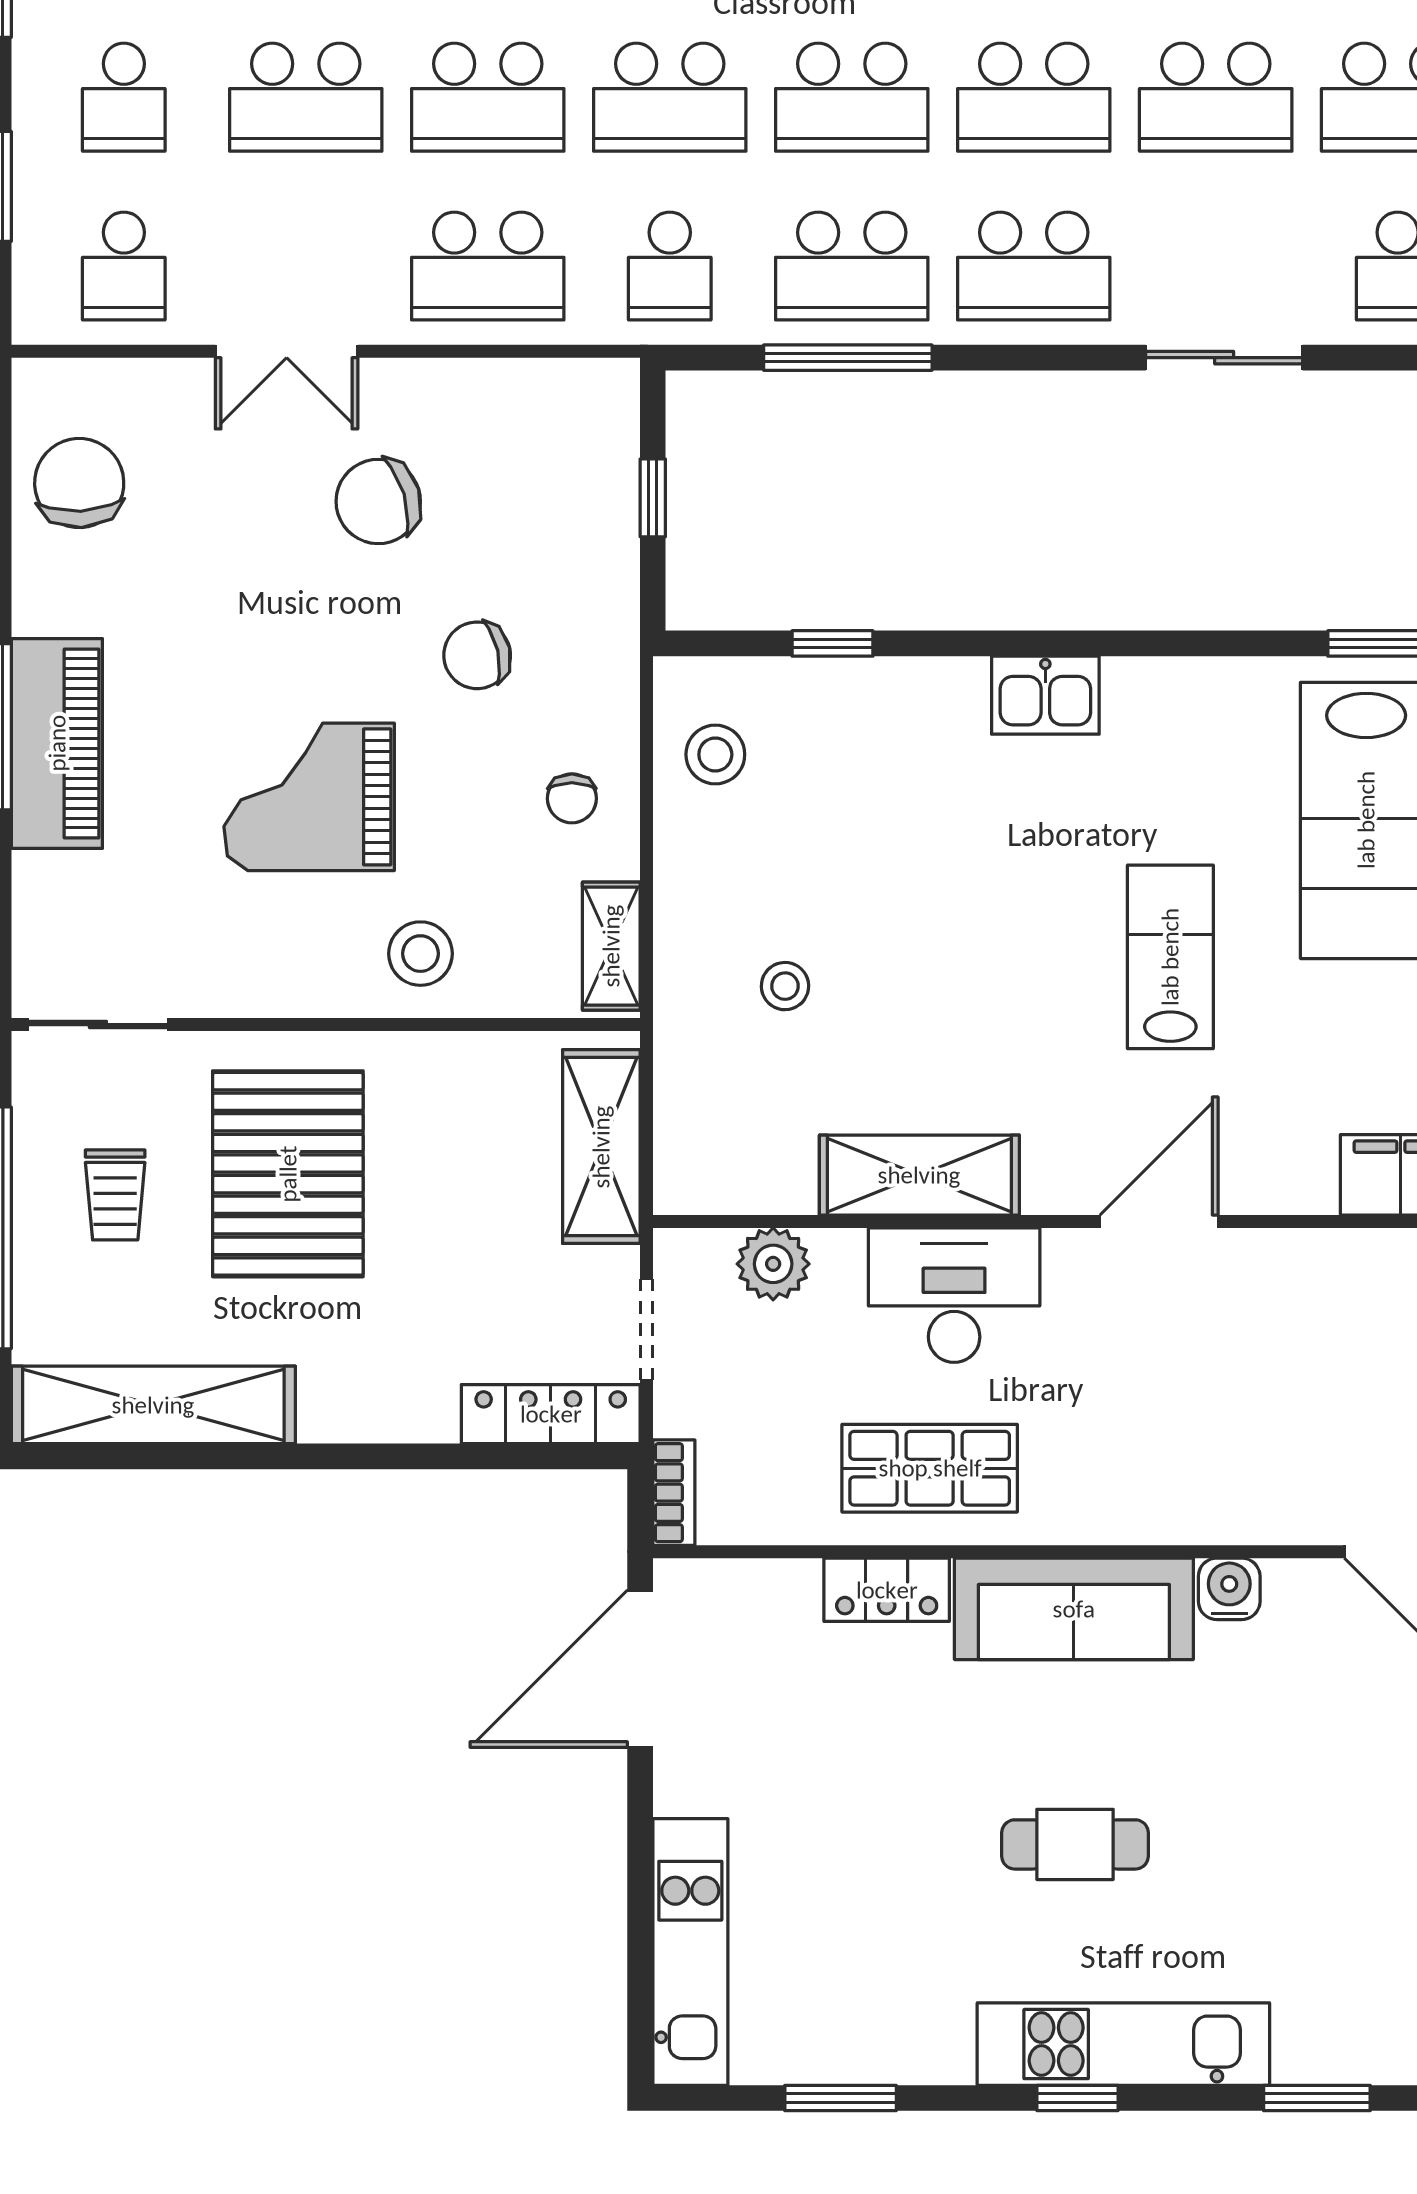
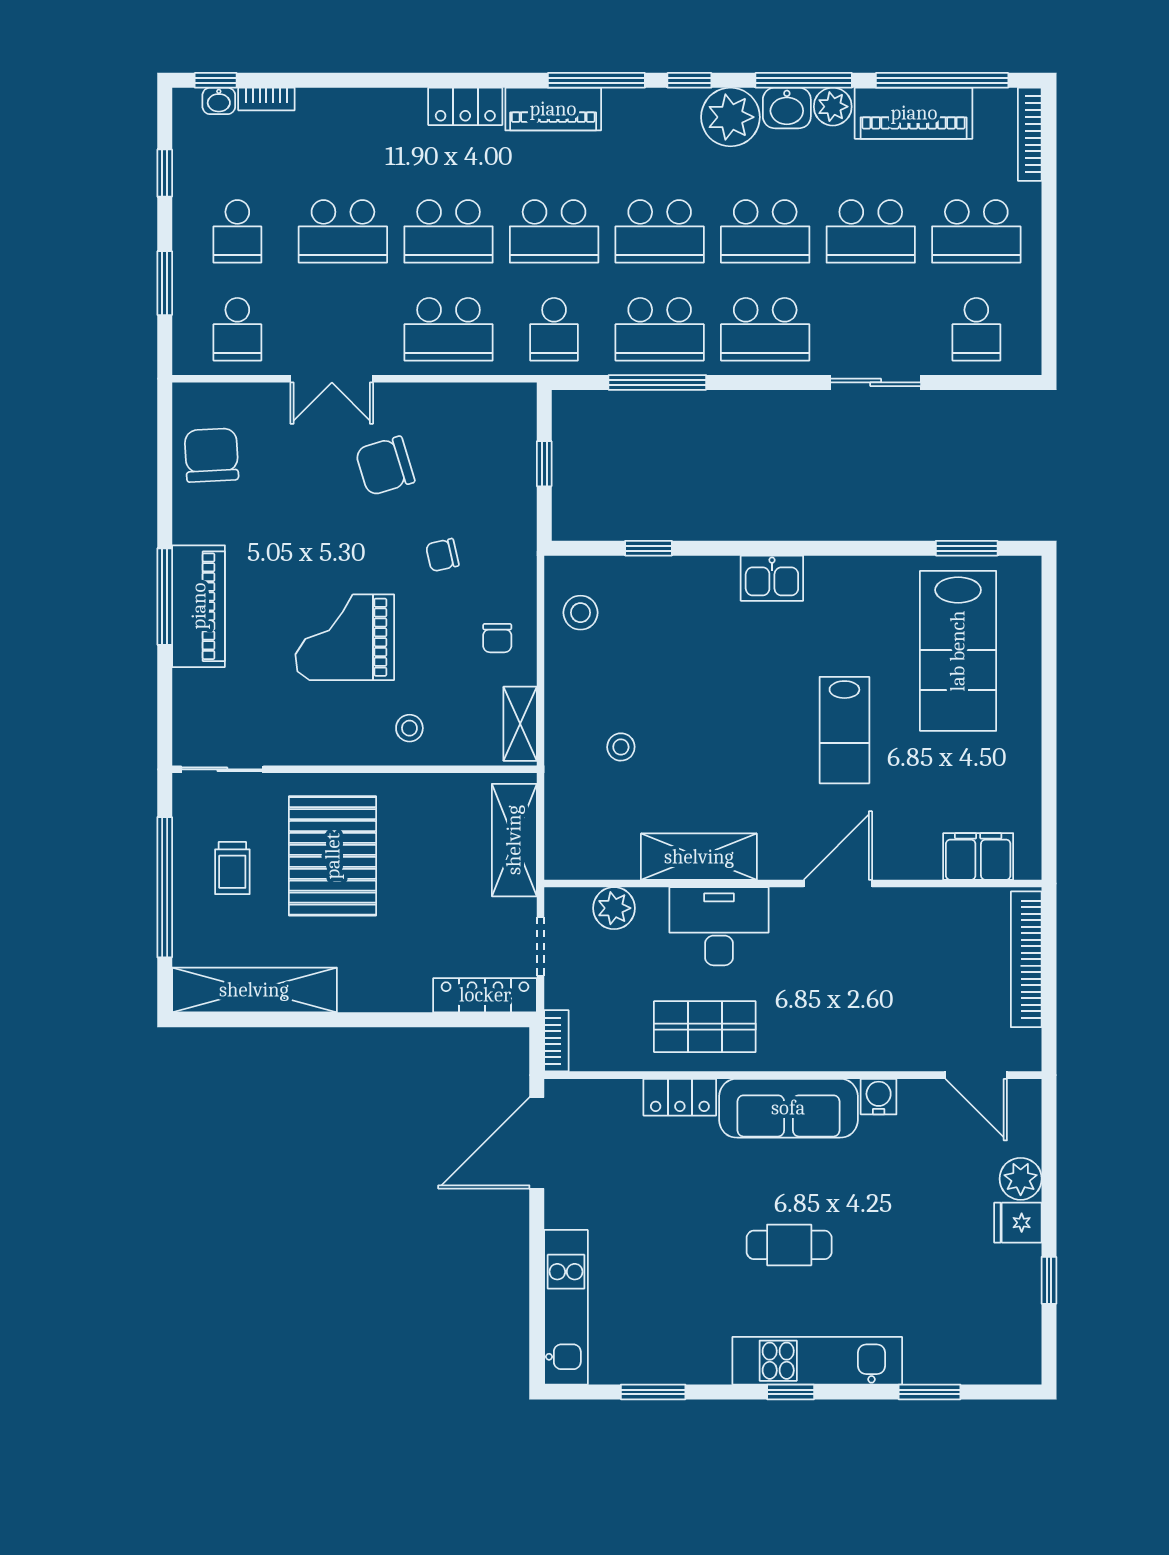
chair: (477, 655) -> (442, 555), width x0.73, depth x0.73
stool: (420, 954) -> (409, 728), width x0.73, depth x0.73
lab bench: (1170, 957) -> (844, 730), turned 180

